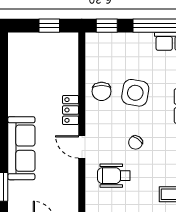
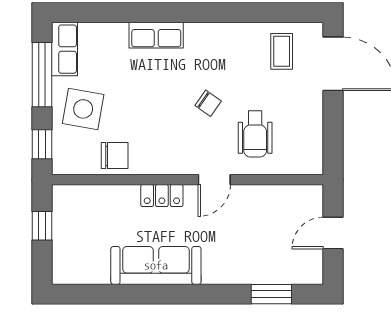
chair: (102, 91) -> (115, 156), moved
side table: (135, 93) -> (83, 109), moved
sofa: (21, 148) -> (156, 265), moved

